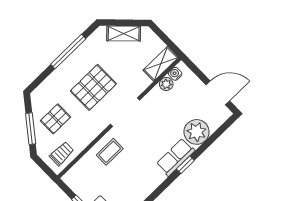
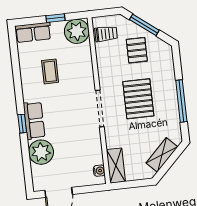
plant: (166, 84) -> (77, 31), moved, width x1.87, depth x1.87
coffee table: (110, 152) -> (50, 71), moved
trolley: (62, 154) -> (106, 34), turned -90

